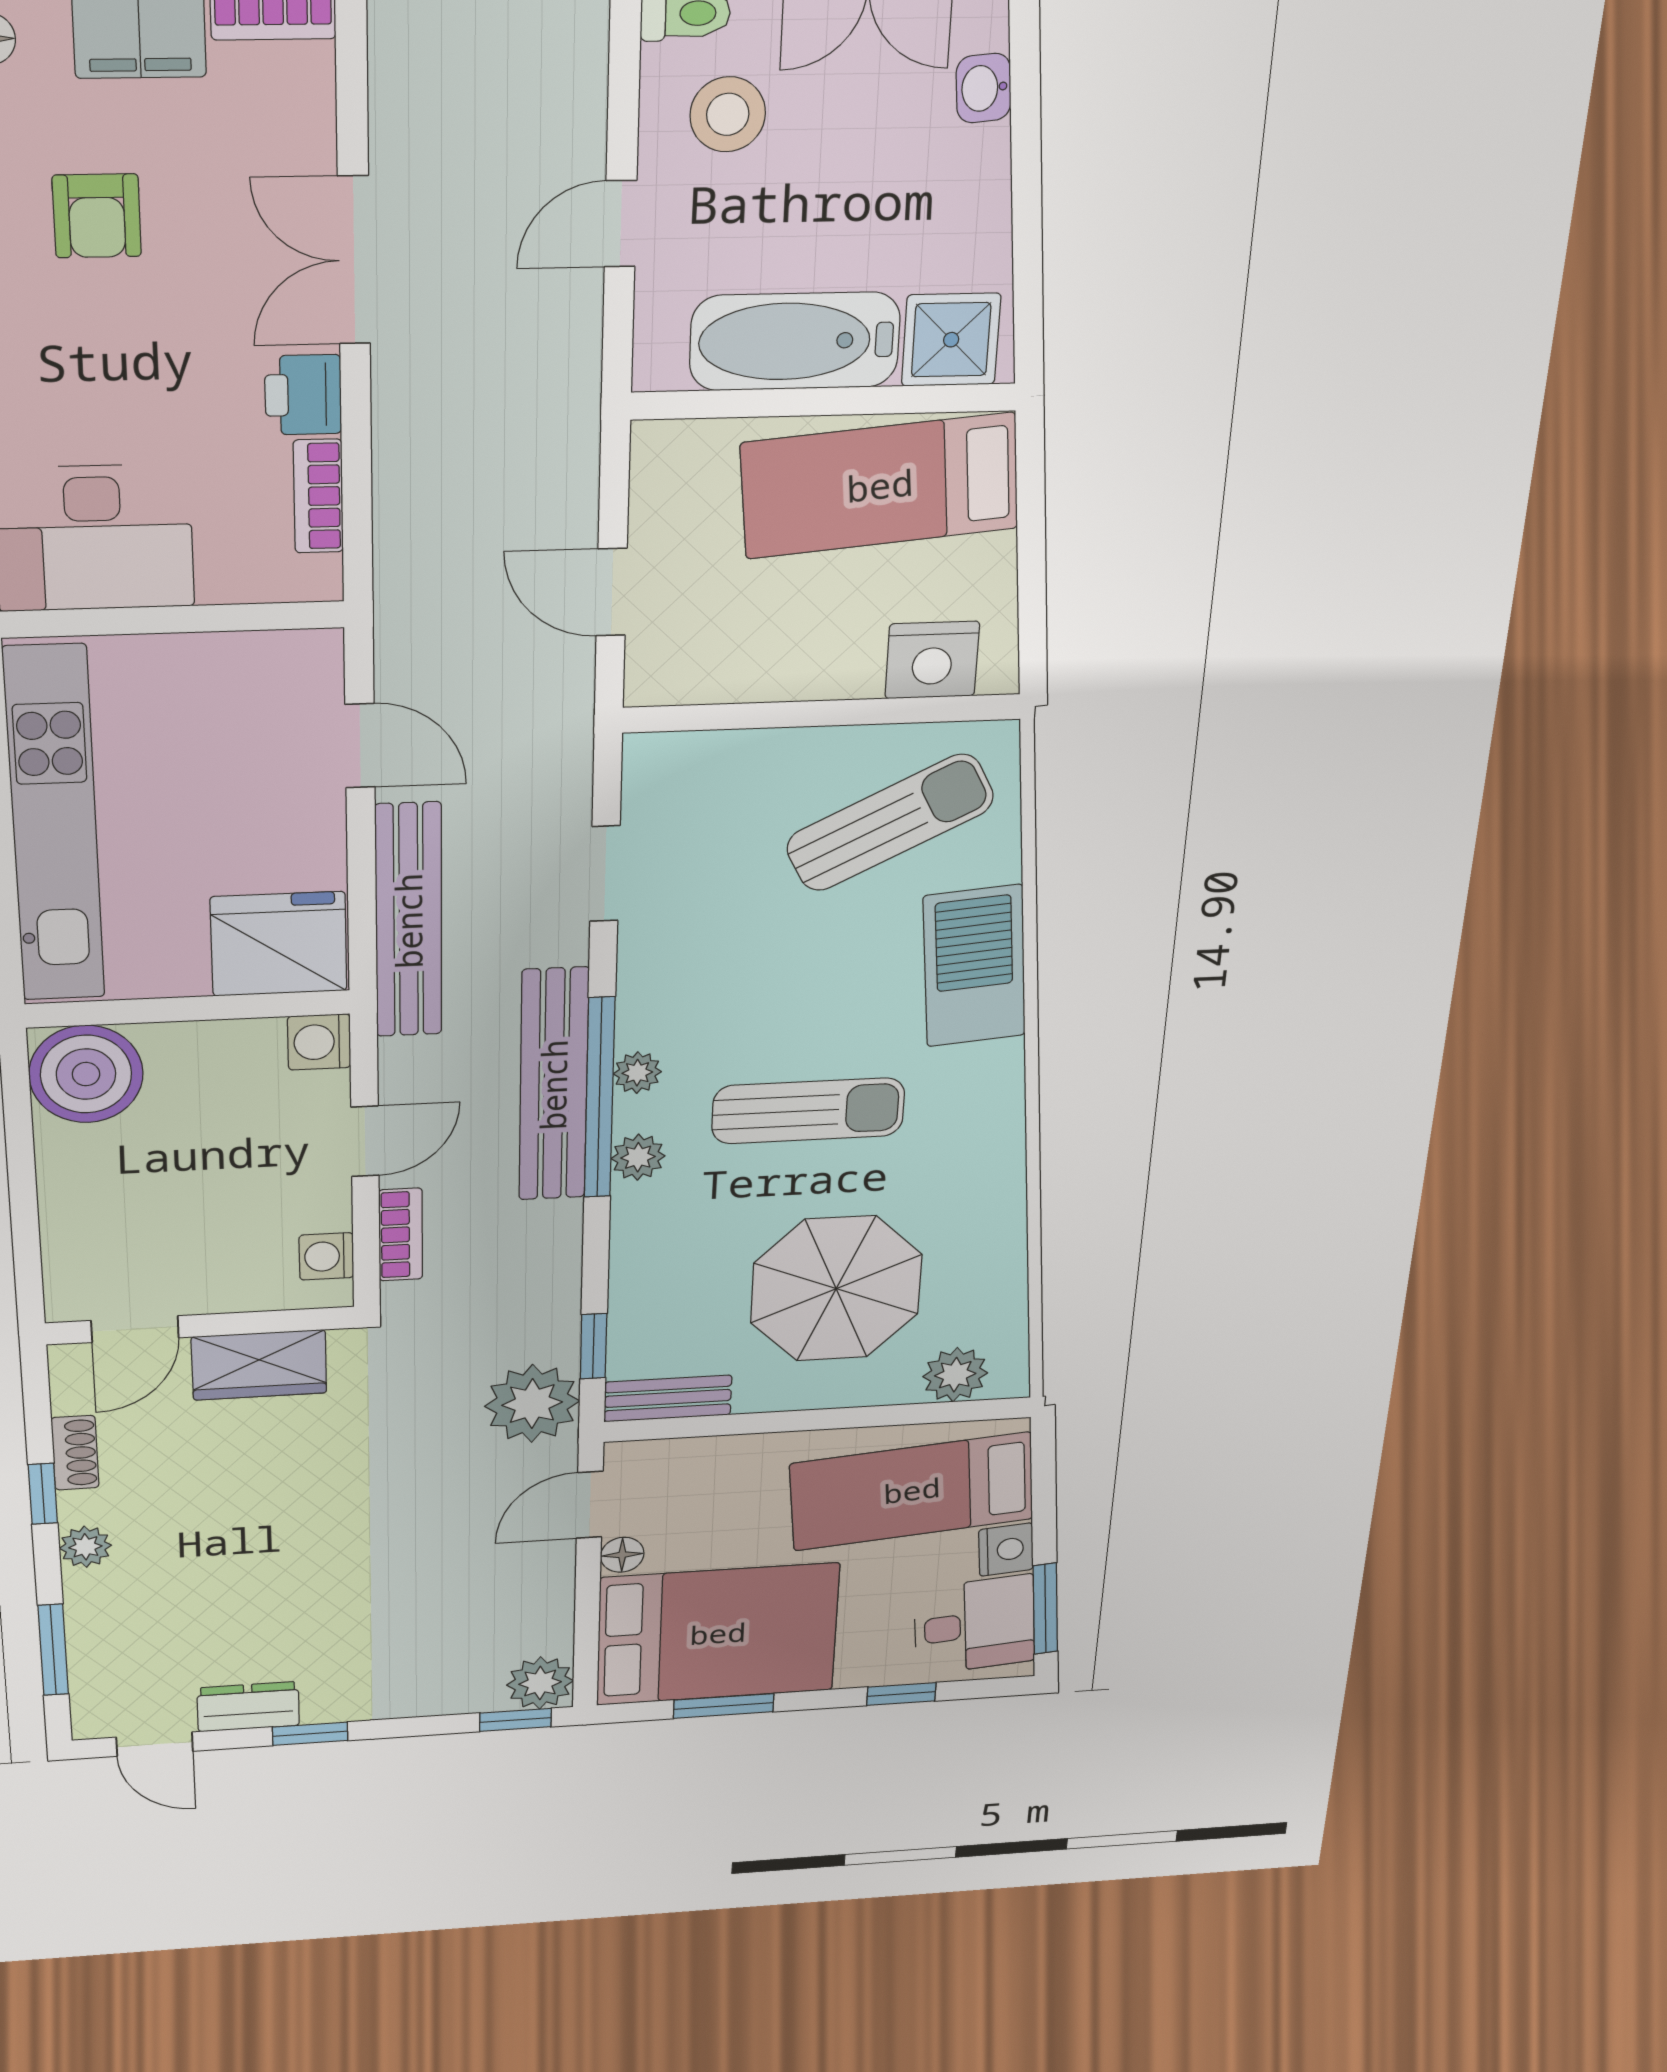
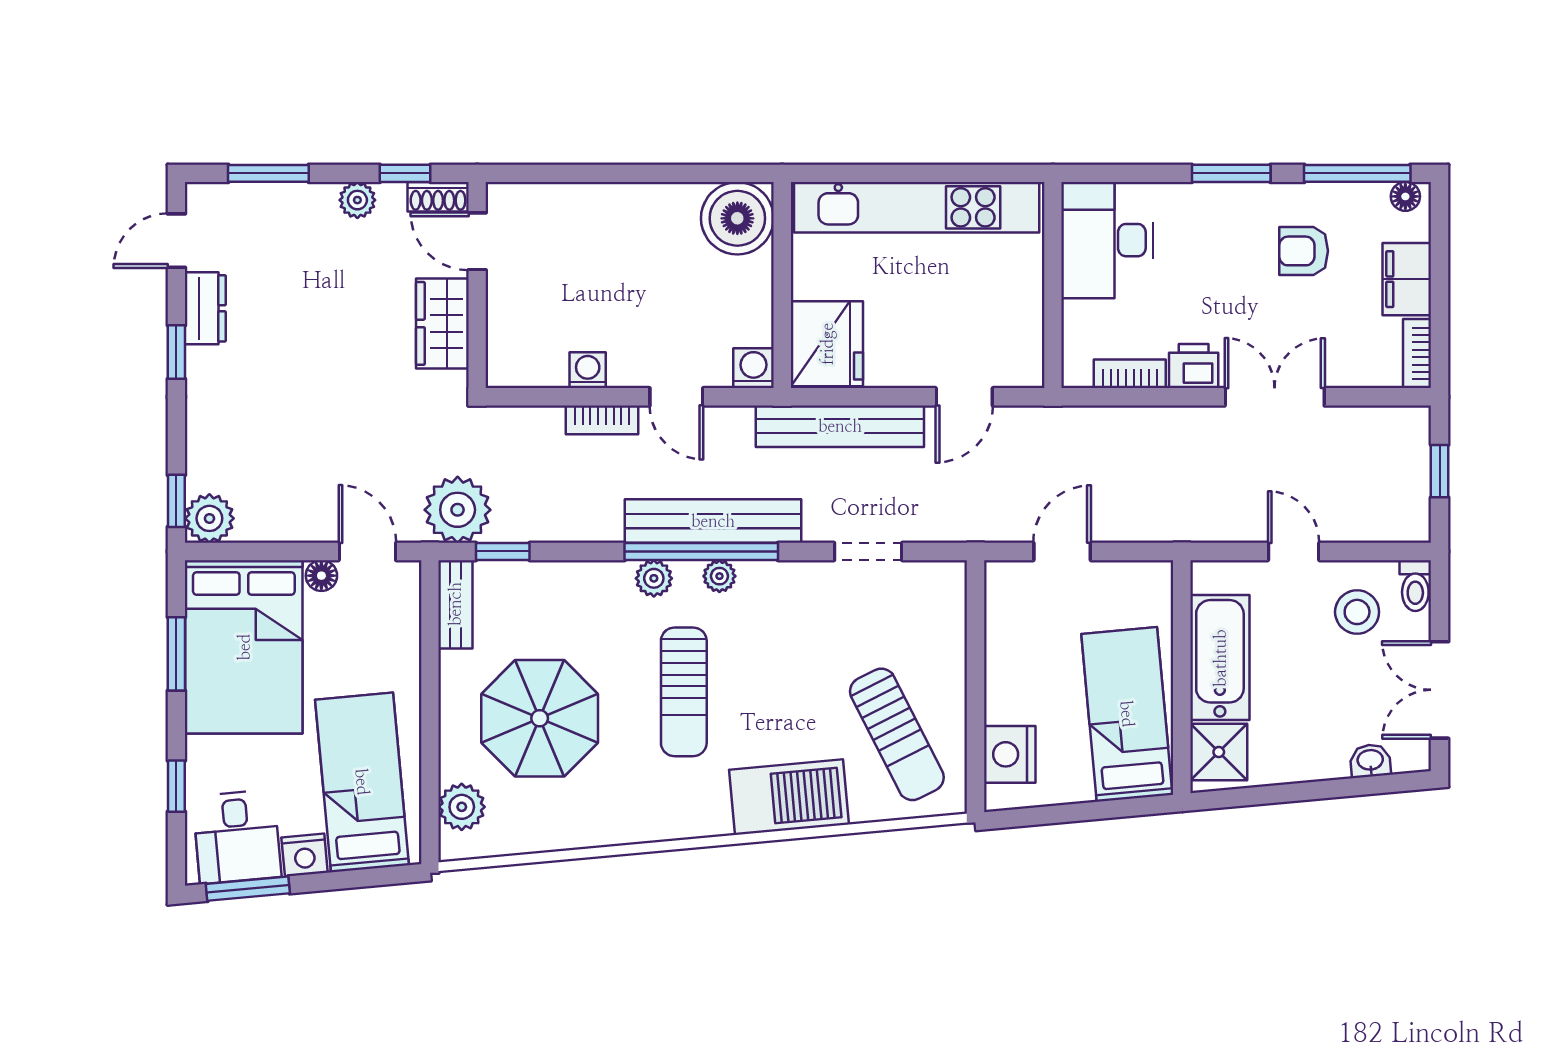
wall: (201, 1326) -> (477, 285), moved
door: (135, 1329) -> (477, 241), moved
wardrobe: (259, 1365) -> (442, 323), moved

